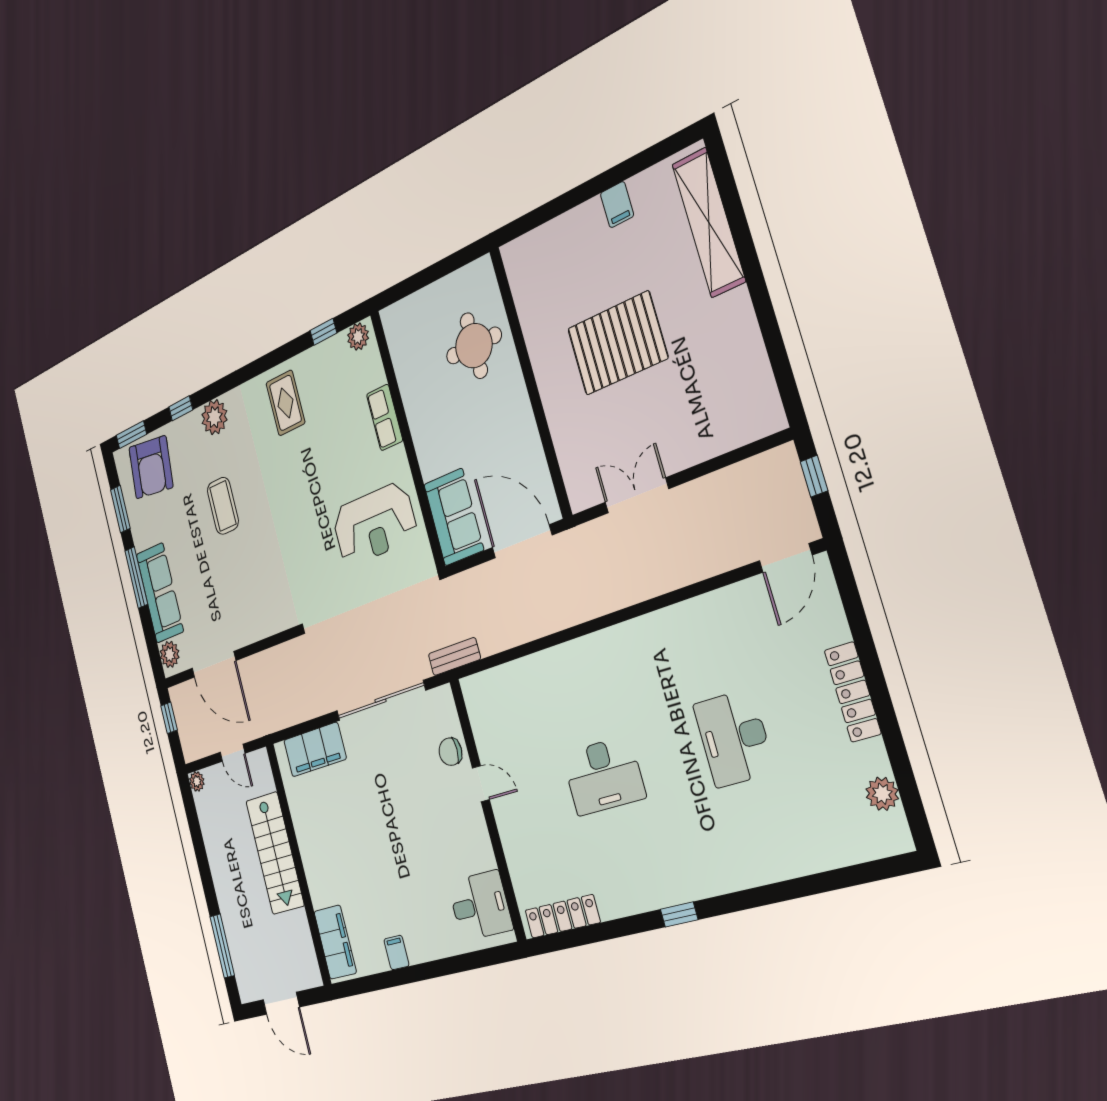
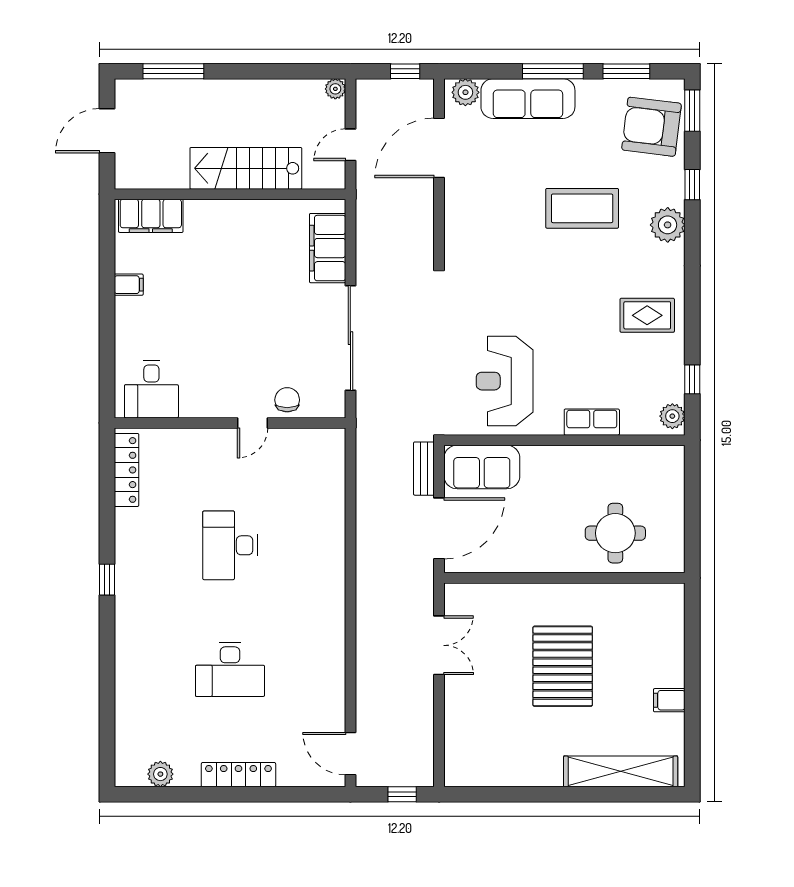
coffee table: (223, 506) -> (582, 208), width x1.36, depth x1.32
bench: (454, 657) -> (424, 469), moved
desk: (734, 738) -> (230, 669), turned 180

